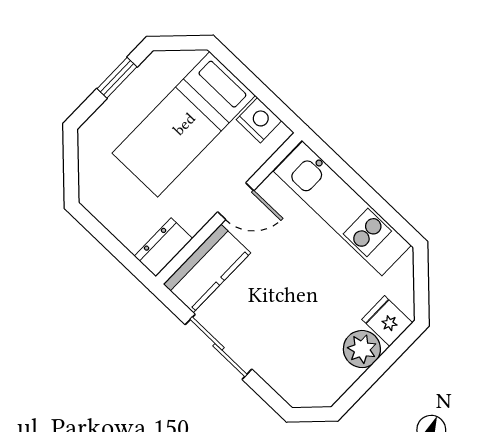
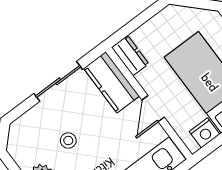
stool: (303, 318) -> (68, 141), added

